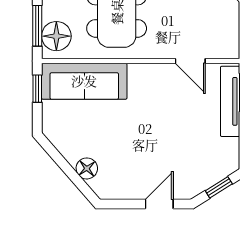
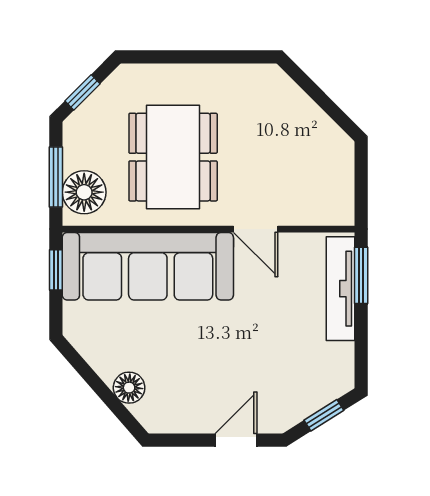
door: (190, 61) -> (256, 229), moved
sofa: (84, 81) -> (148, 266), width x1.36, depth x1.27

